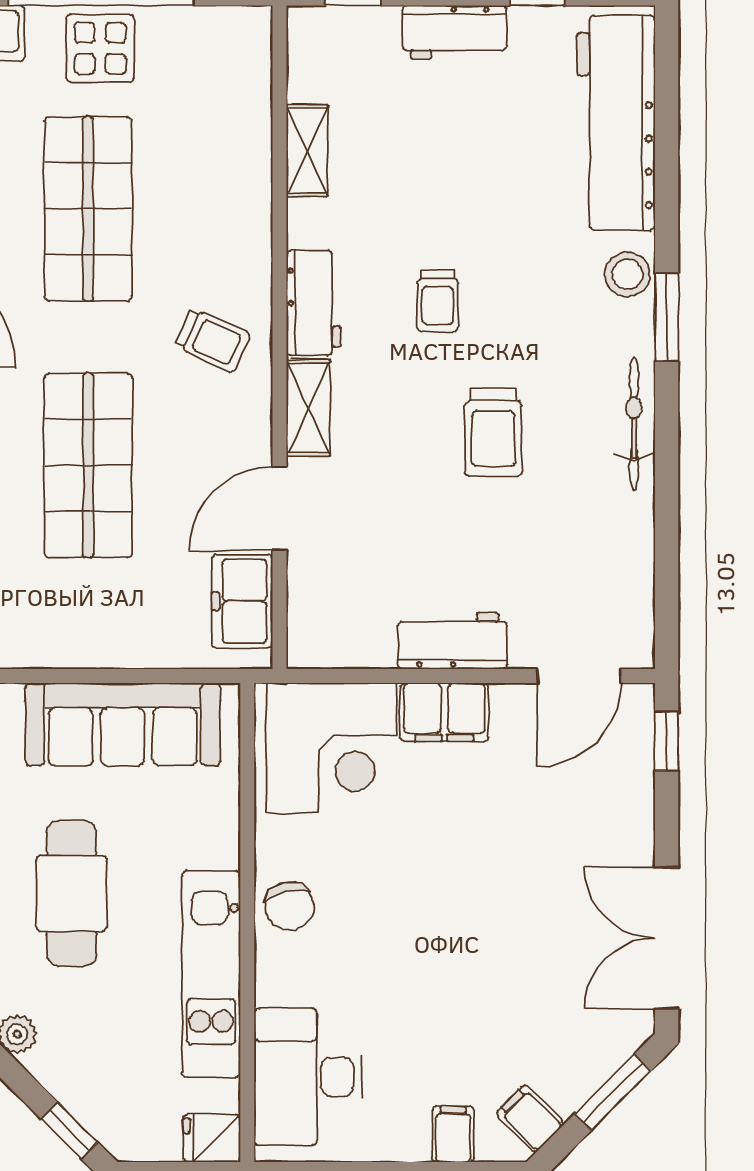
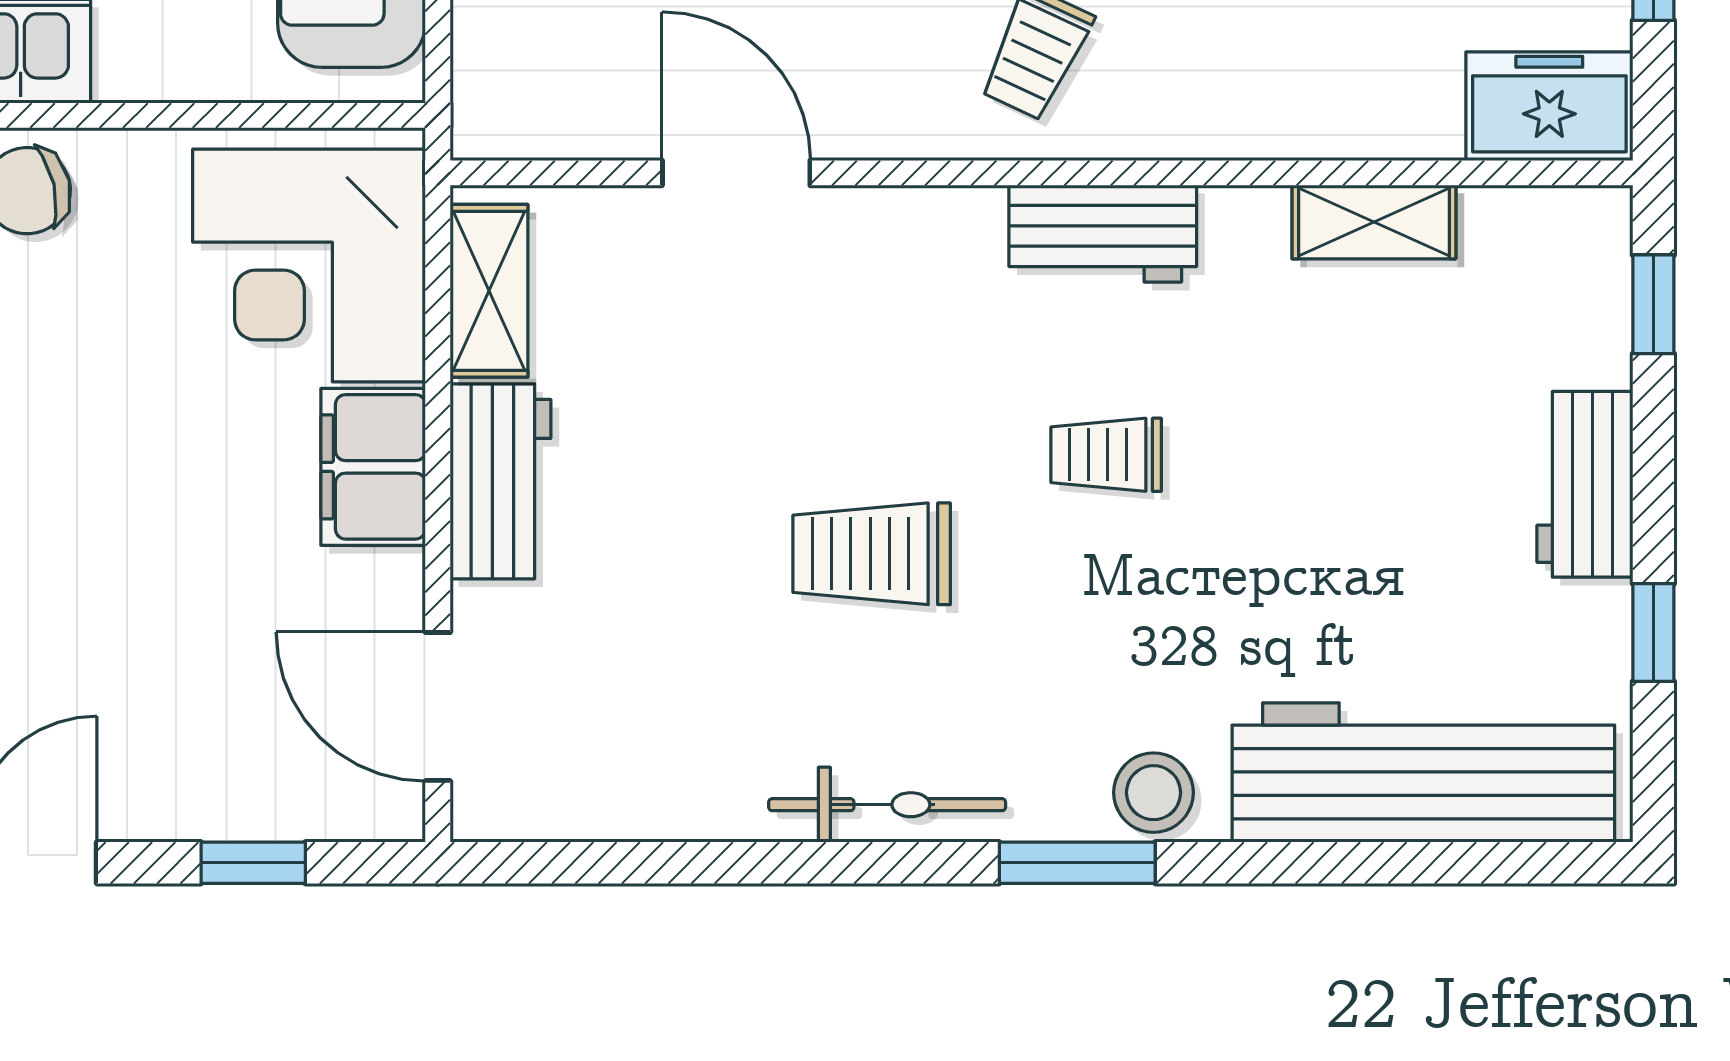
shelving: (308, 408) -> (489, 291), moved, turned 90
freezer: (242, 601) -> (1549, 106), moved
window: (667, 741) -> (253, 863), moved

